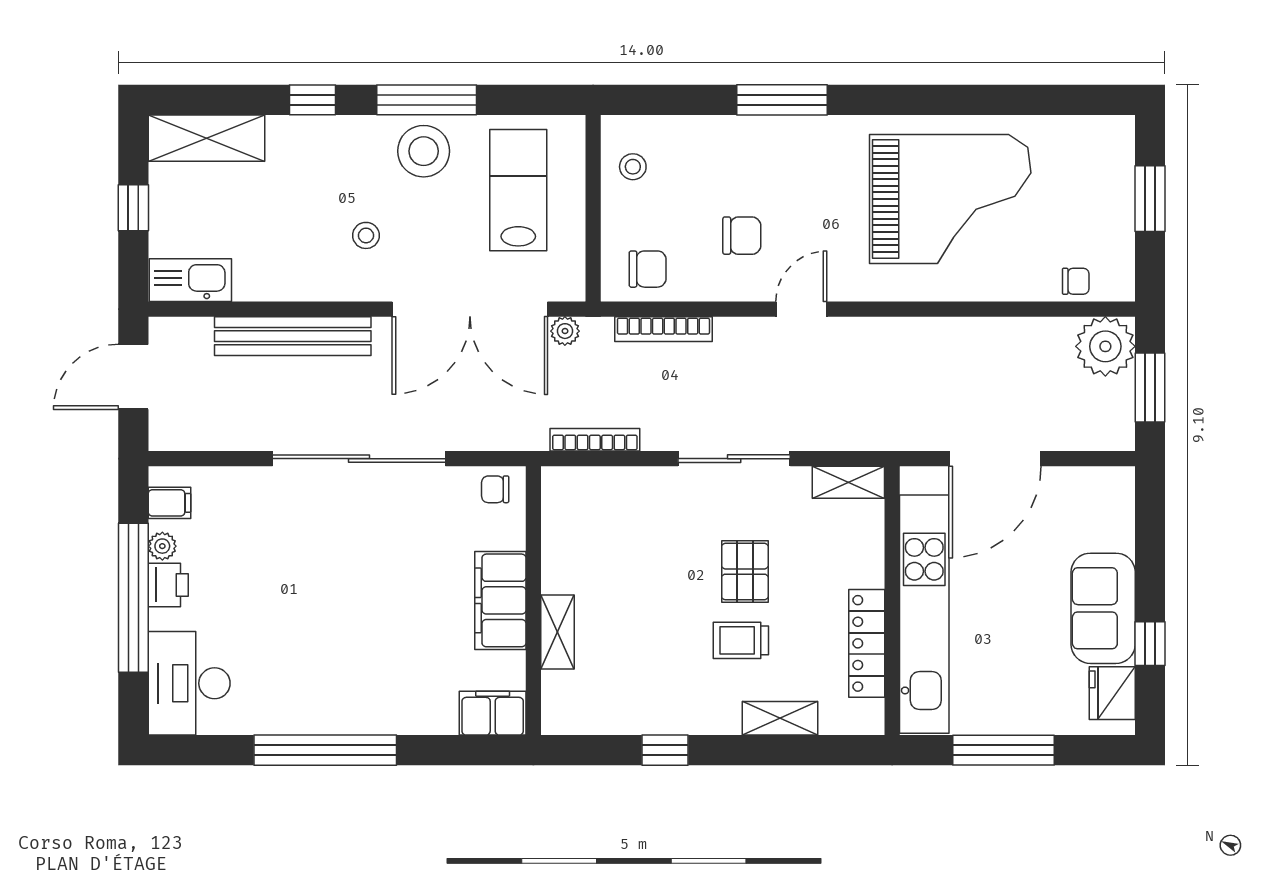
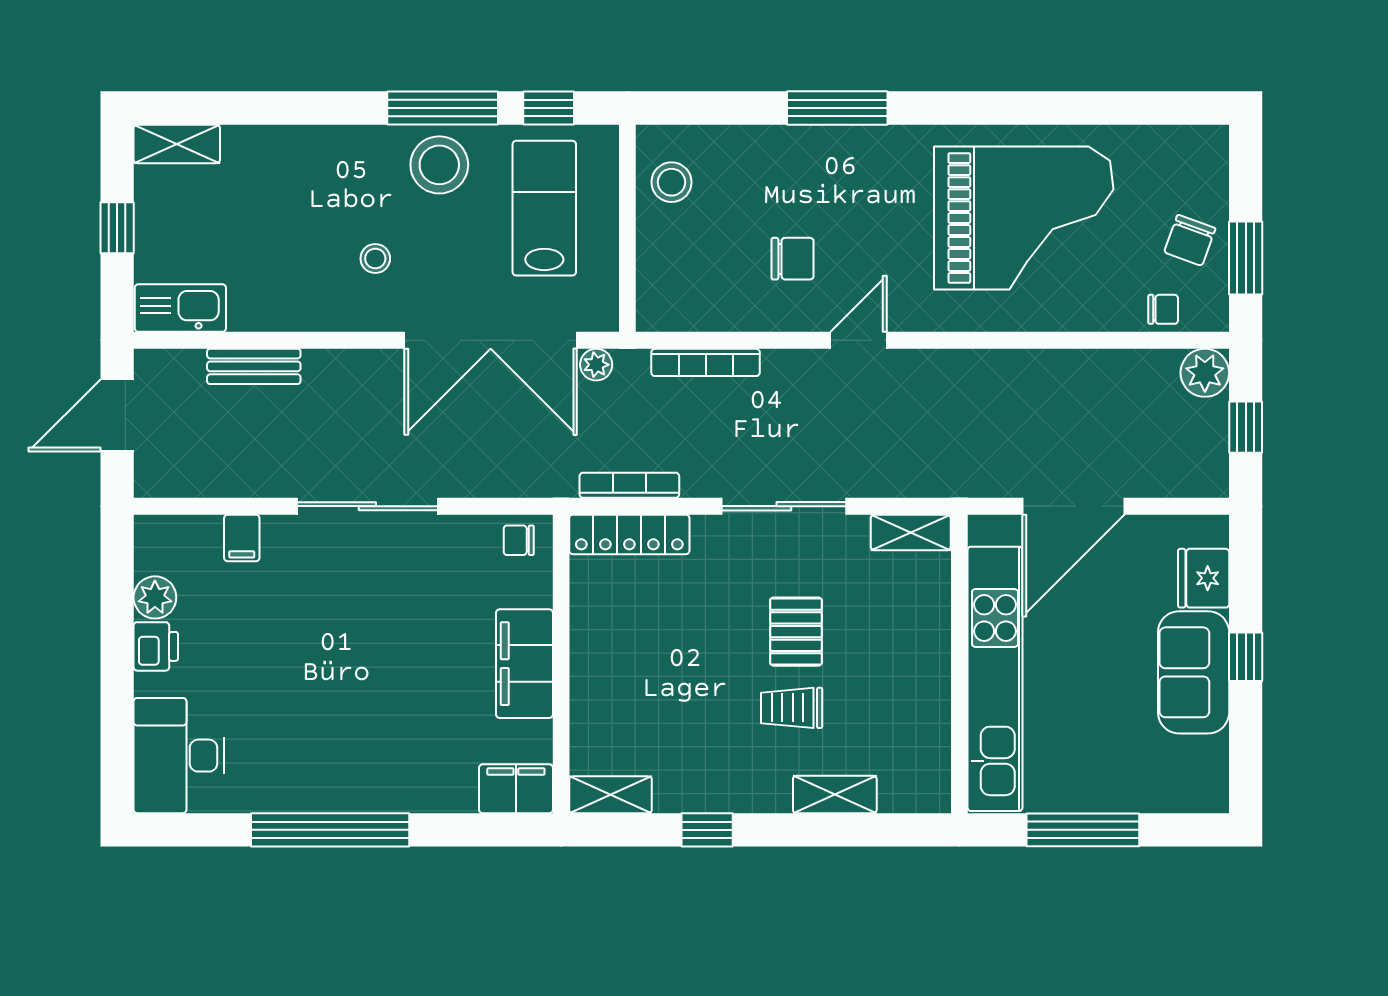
window: (313, 100) -> (549, 108), moved
shelving: (207, 138) -> (177, 144), width x0.67, depth x0.75
stool: (633, 167) -> (672, 182), width x1.37, depth x1.37
window: (1150, 199) -> (1246, 258), moved
chair: (648, 269) -> (1190, 240), moved, turned 110
bench: (293, 336) -> (254, 366), width x0.54, depth x0.82
plant: (1105, 346) -> (1205, 373), width x0.73, depth x0.73
window: (1150, 387) -> (1246, 427), width x0.67
sliding door: (359, 459) -> (367, 506), width x0.73
filing cabinet: (169, 503) -> (242, 538), moved, turned 90
plant: (162, 546) -> (155, 597), width x1.38, depth x1.38
window: (133, 598) -> (117, 661), removed
shelving: (557, 632) -> (611, 795), moved, turned 90
locker: (867, 643) -> (629, 534), moved, turned -90
window: (1150, 644) -> (1246, 657), moved
fridge: (1112, 693) -> (1204, 578), moved

